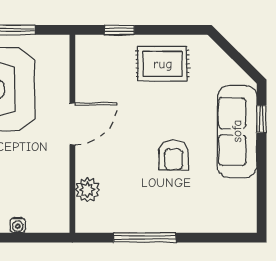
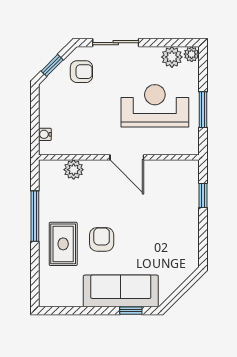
rug: (163, 64) -> (63, 244), moved
armchair: (174, 155) -> (102, 239), turned 90
water cooler: (18, 225) -> (45, 134), moved

